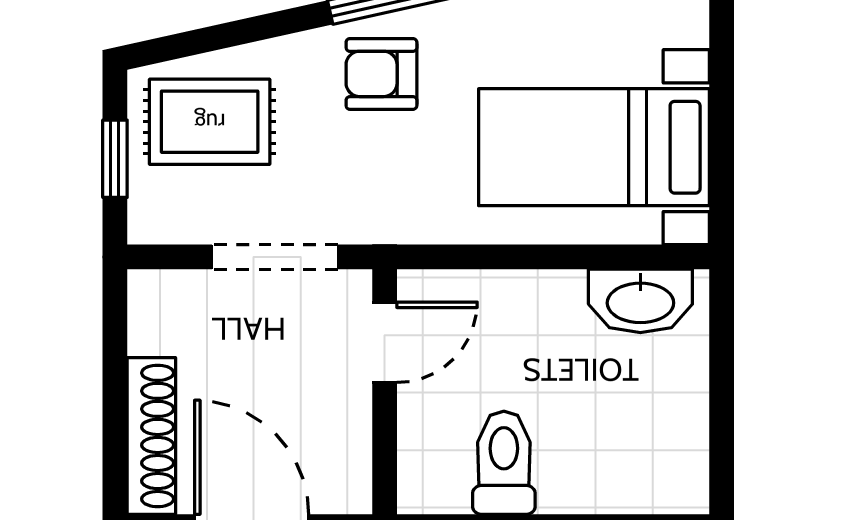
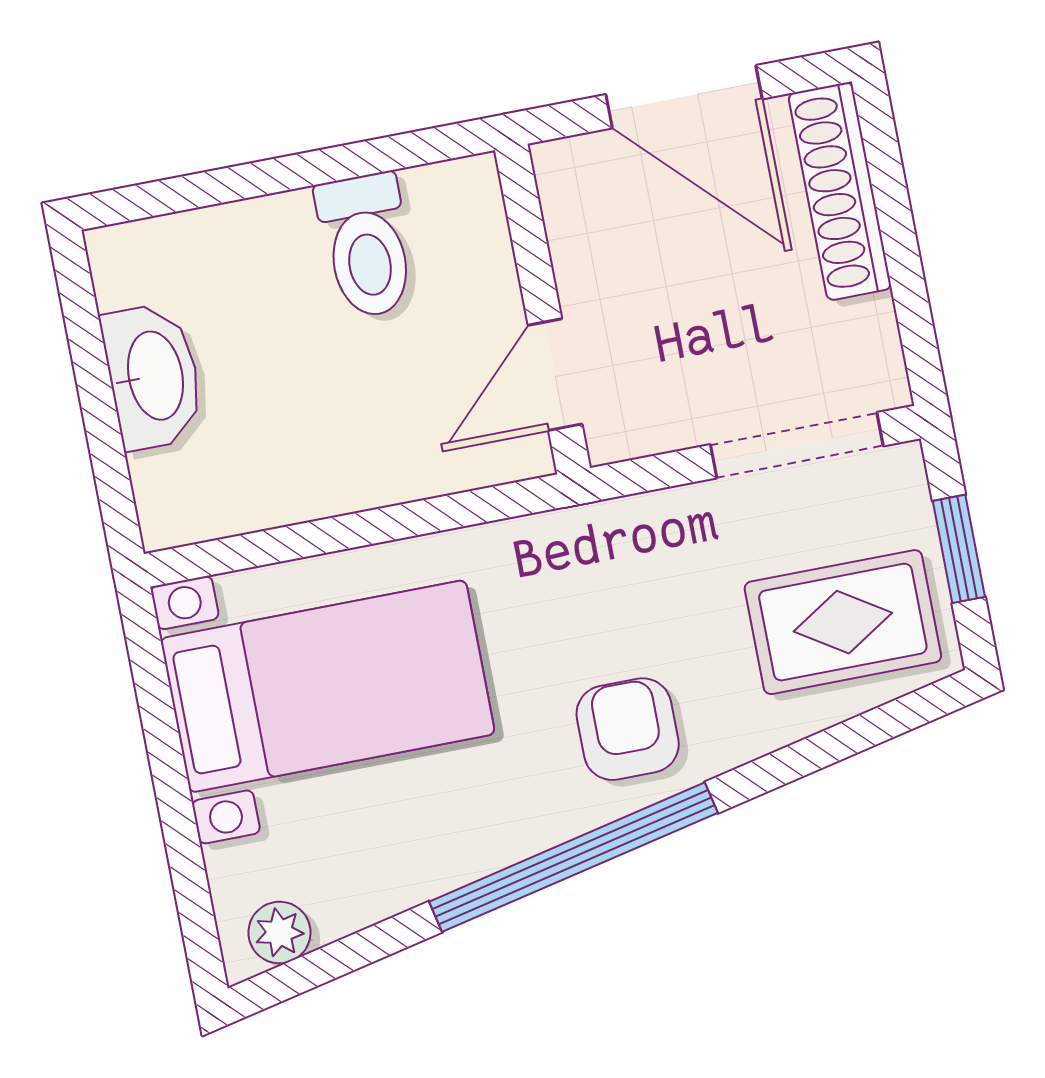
armchair: (381, 74) -> (628, 729), turned -90
doorway: (275, 257) -> (797, 445), moved
washbasin: (640, 301) -> (153, 376), moved, turned 90

